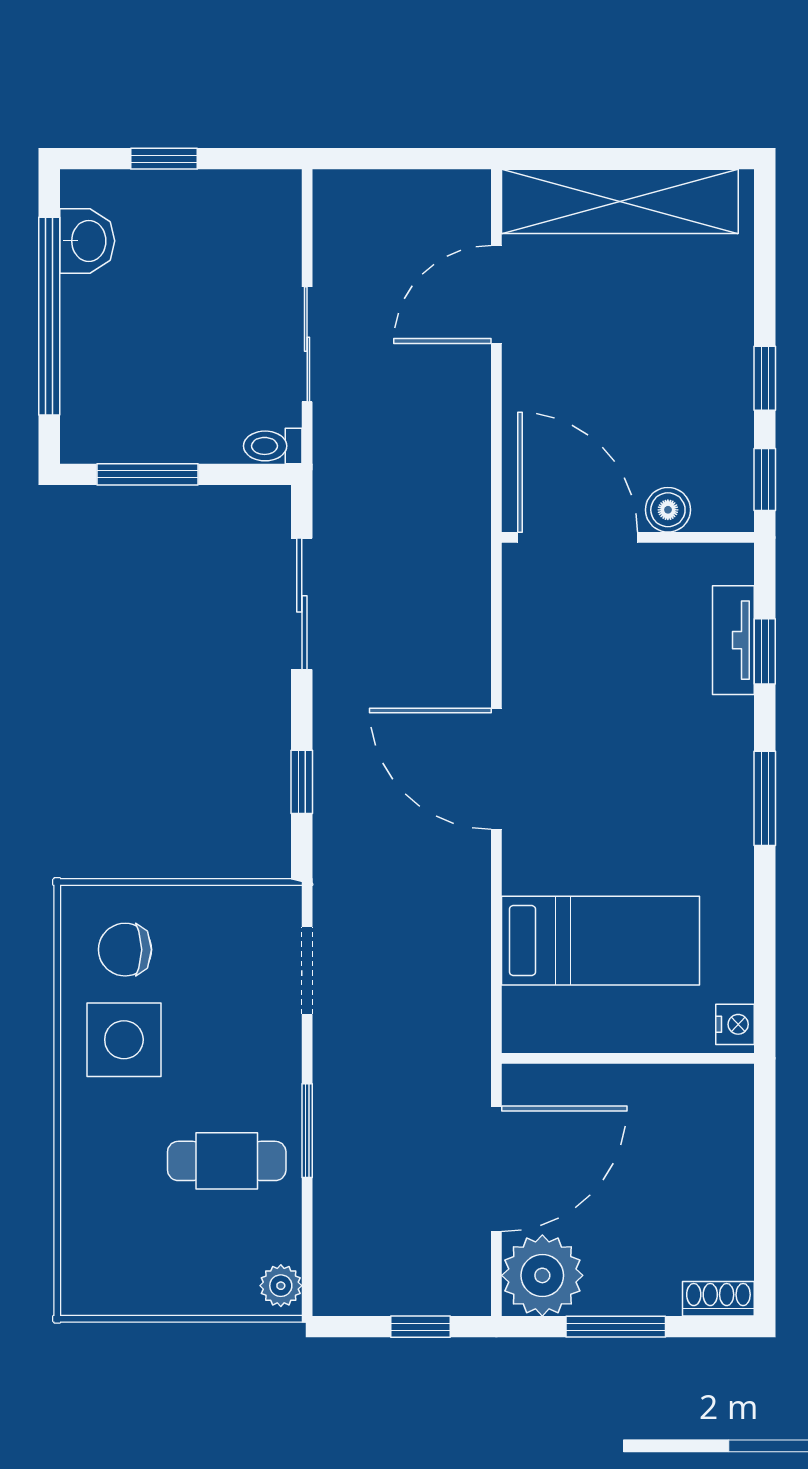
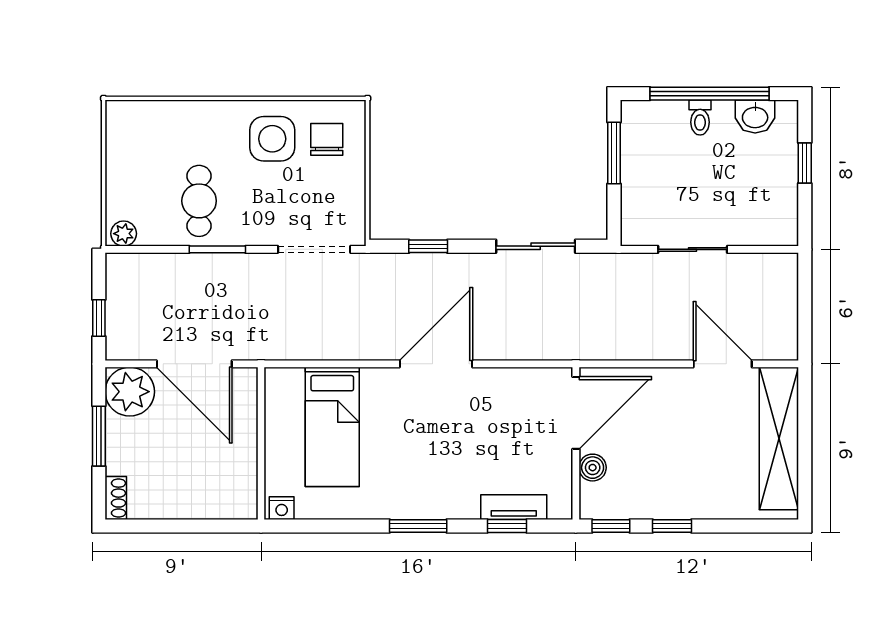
toilet: (273, 446) -> (700, 118), moved, turned 180
doorway: (307, 971) -> (314, 249), width x1.38

